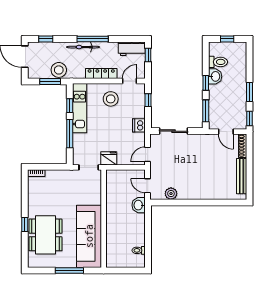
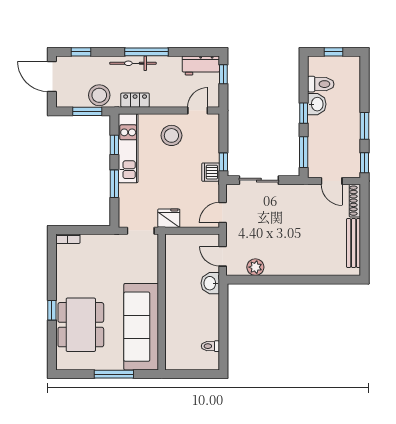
locker: (101, 74) -> (135, 100), moved, width x0.66
window: (148, 100) -> (223, 162), moved
window: (70, 134) -> (114, 184), width x0.69

